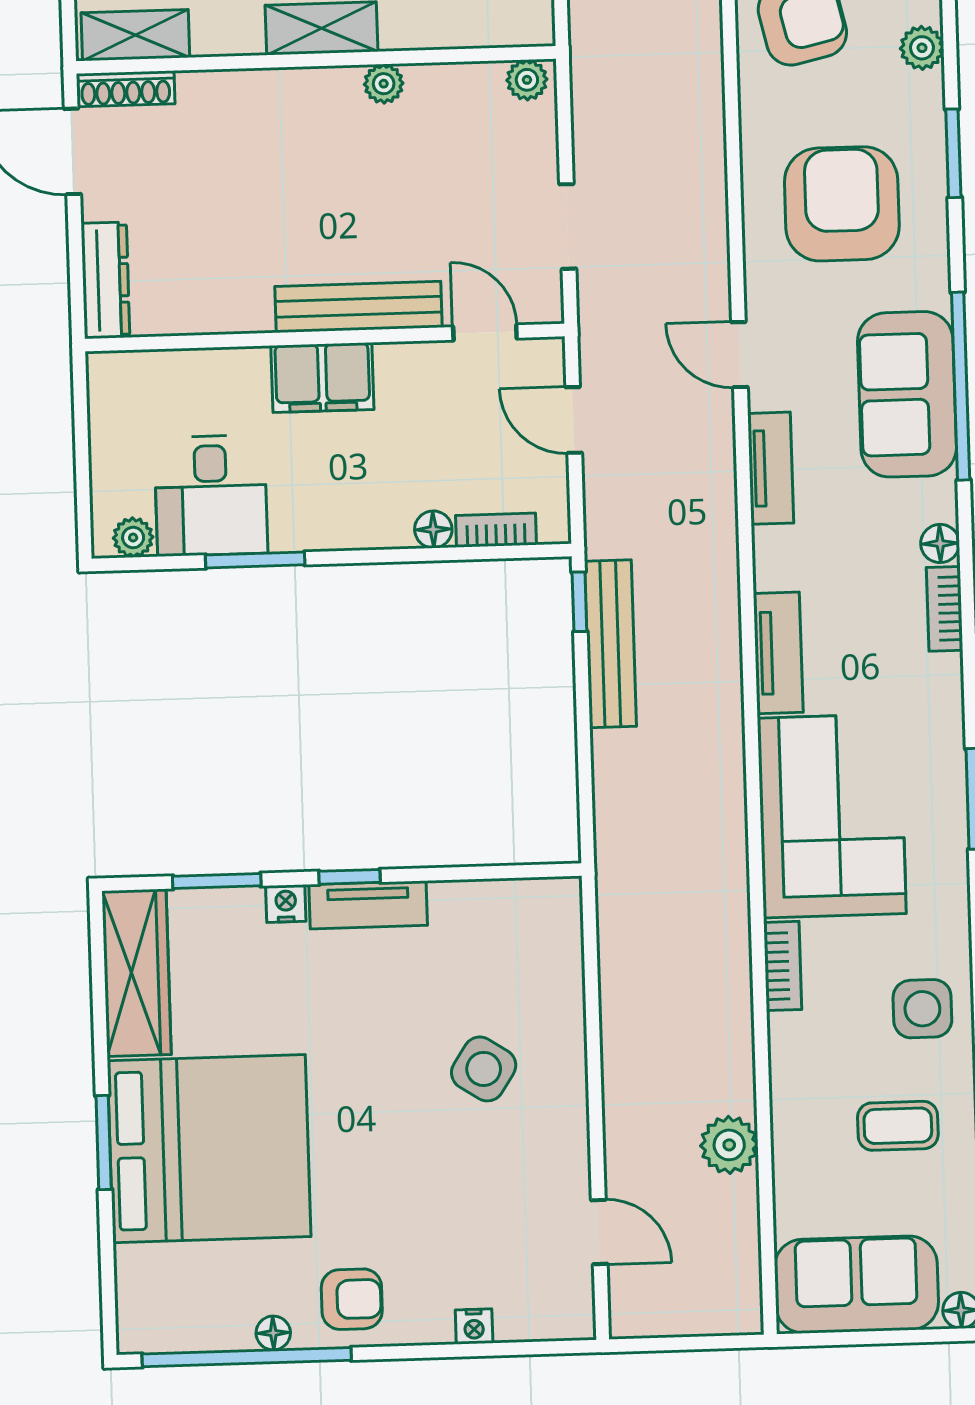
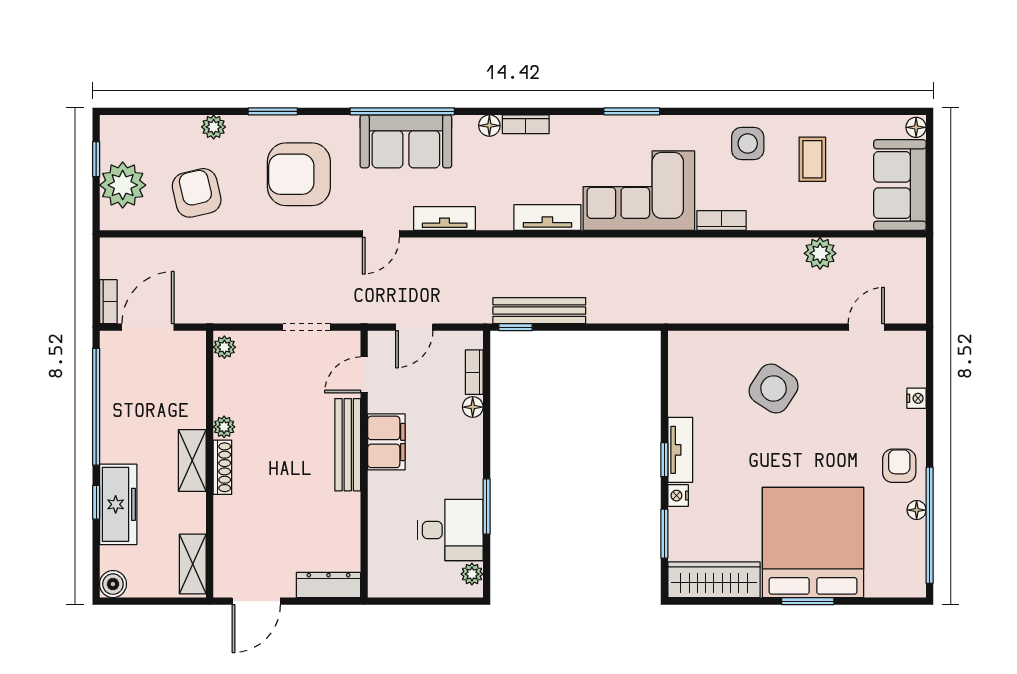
shoe rack: (126, 89) -> (222, 467), moved
filing cabinet: (322, 378) -> (386, 442), moved
side table: (484, 1069) -> (774, 388), width x1.37, depth x1.37

